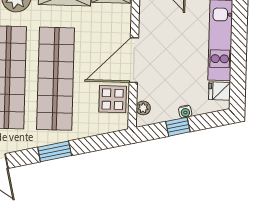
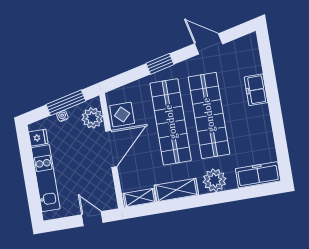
plant: (143, 108) -> (92, 118), width x1.88, depth x1.88
window: (178, 127) -> (66, 103), width x2.17

